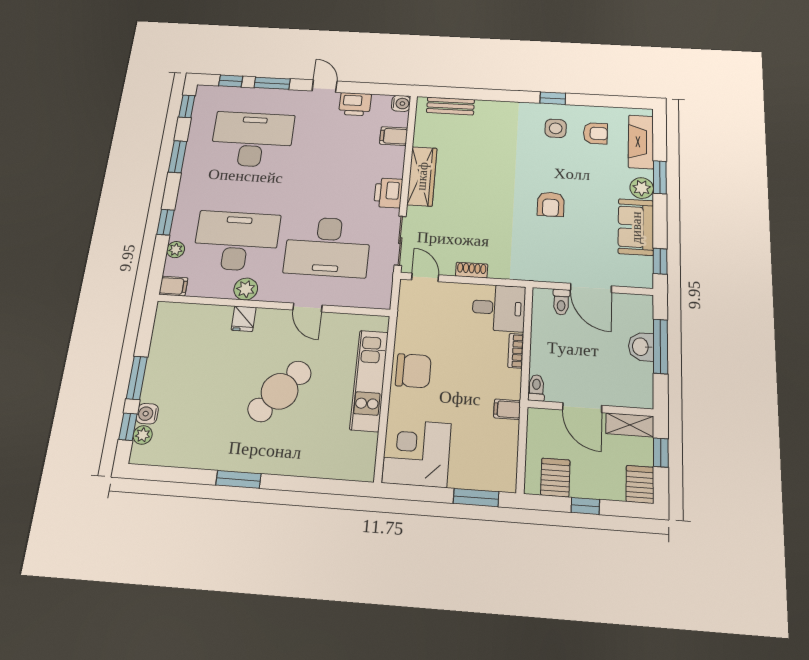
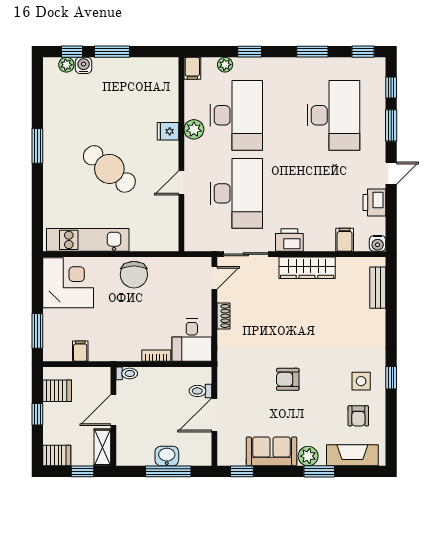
desk: (328, 247) -> (236, 193), turned 180
kitchen unit: (369, 380) -> (88, 240), moved
filing cabinet: (507, 409) -> (80, 351), moved

